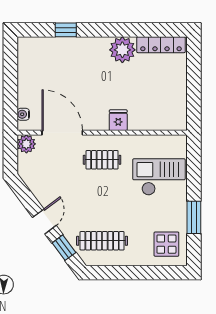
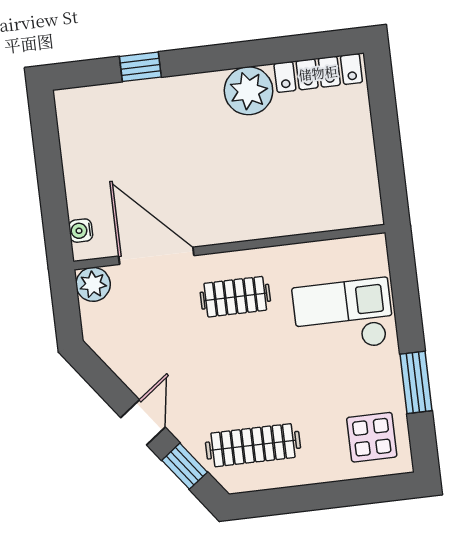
fridge: (118, 120) -> (256, 221), removed

